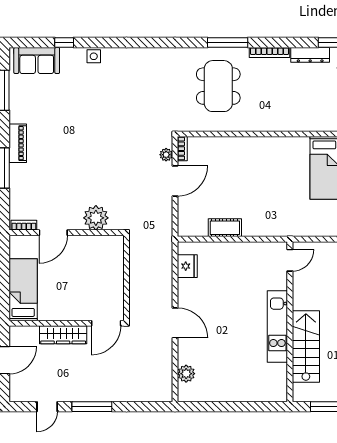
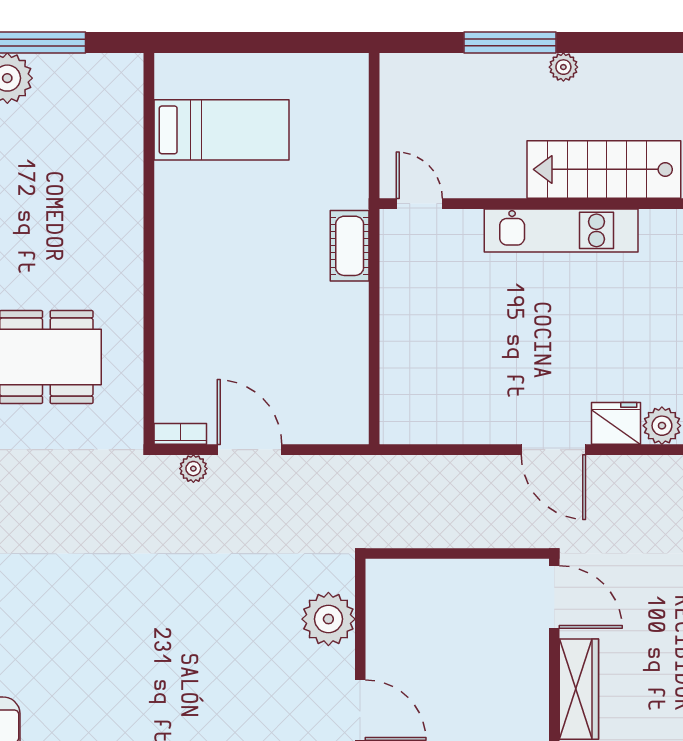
cot: (225, 228) -> (350, 246), moved
fridge: (187, 266) -> (616, 423), moved
door: (175, 323) -> (553, 450), swing flipped

